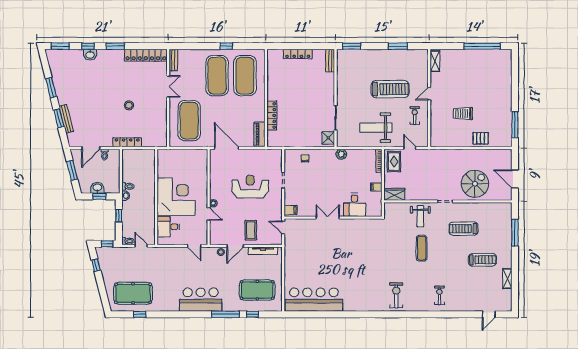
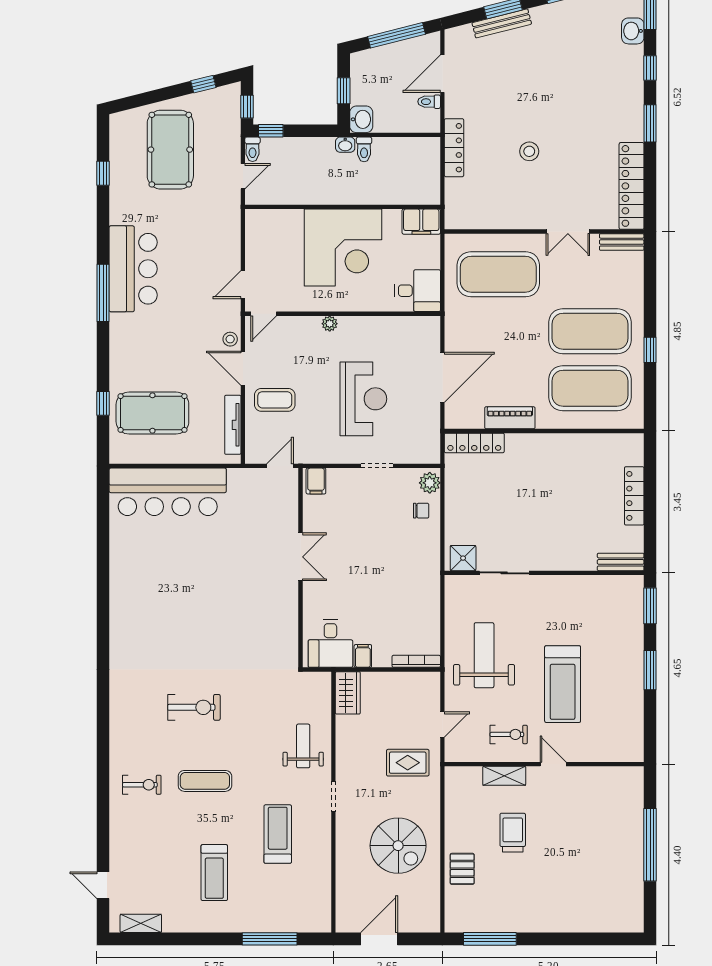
window: (398, 46) -> (650, 670), moved
window: (482, 46) -> (650, 845), moved
washbasin: (90, 55) -> (633, 31), moved
shelving: (435, 61) -> (504, 776), moved
locker: (272, 115) -> (474, 443), moved
piano: (259, 134) -> (510, 418), moved
door: (91, 148) -> (442, 74), hinge flipped
door: (227, 148) -> (442, 377), moved
plant: (341, 154) -> (430, 483), moved
filing cabinet: (163, 158) -> (421, 222), added
rug: (394, 162) -> (408, 763), moved
window: (72, 170) -> (397, 35), width x1.44
spiral stairs: (475, 184) -> (398, 846), moved
washbasin: (97, 188) -> (361, 119), moved
desk: (355, 205) -> (330, 644), moved, turned -90
door: (209, 214) -> (264, 314), moved
window: (119, 216) -> (271, 131), moved
weight bench: (420, 216) -> (303, 746), turned 90
desk: (168, 227) -> (418, 291), moved, turned 90
exercise mat: (422, 248) -> (205, 781), moved
shelving: (507, 279) -> (141, 923), moved
pool table: (257, 290) -> (152, 413), turned 90
pool table: (133, 293) -> (170, 150), moved
exercise bike: (396, 295) -> (194, 707), moved
bar counter: (201, 300) -> (133, 269), moved
bar counter: (314, 300) -> (168, 492), moved, turned 90
window: (226, 314) -> (103, 293), moved

